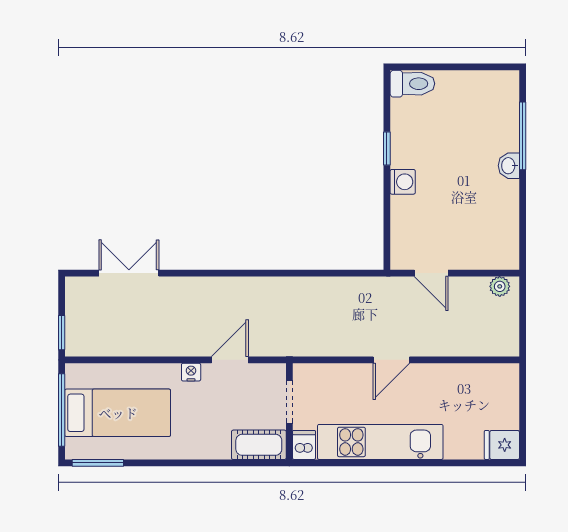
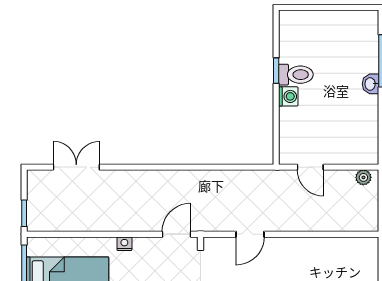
toilet: (412, 84) -> (296, 75), moved
door: (230, 360) -> (176, 234), moved
door: (391, 360) -> (250, 234), moved

